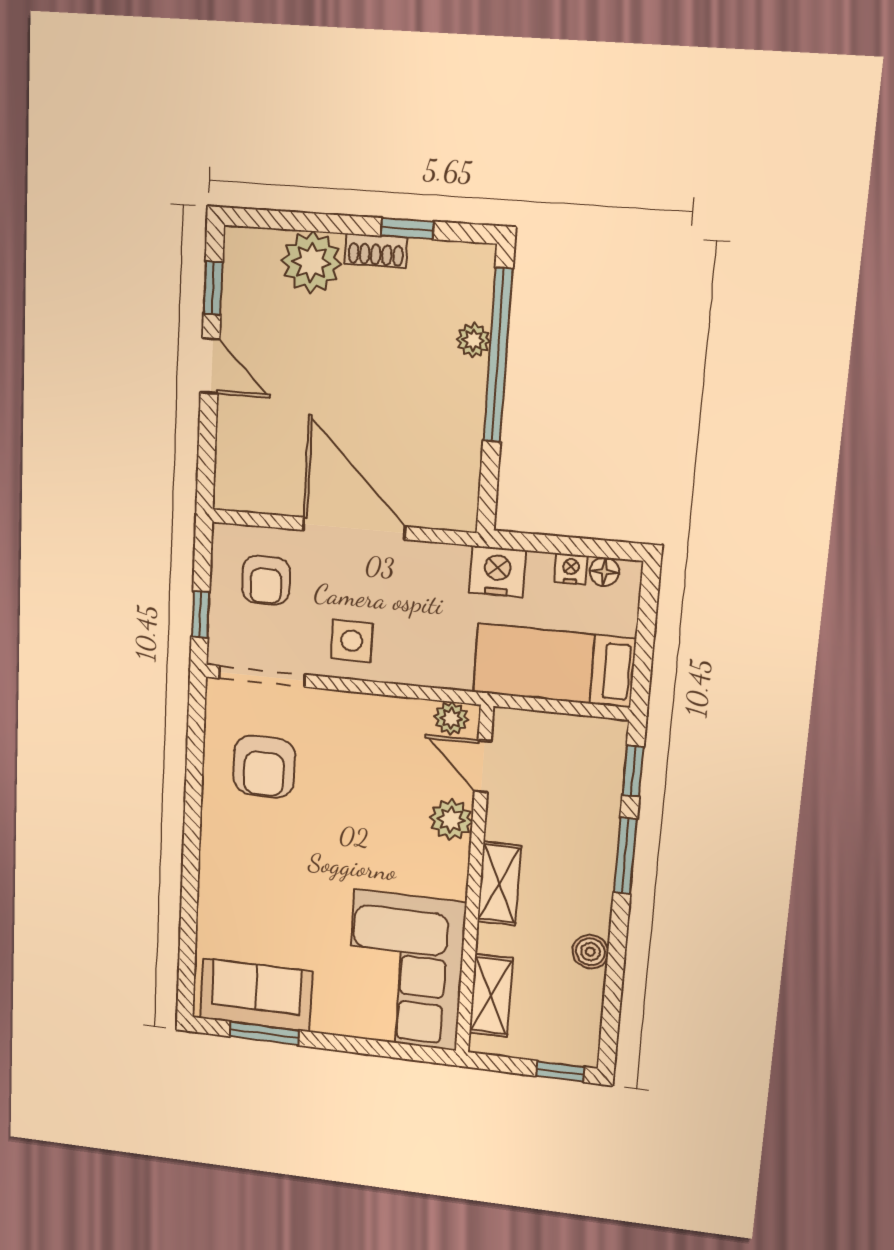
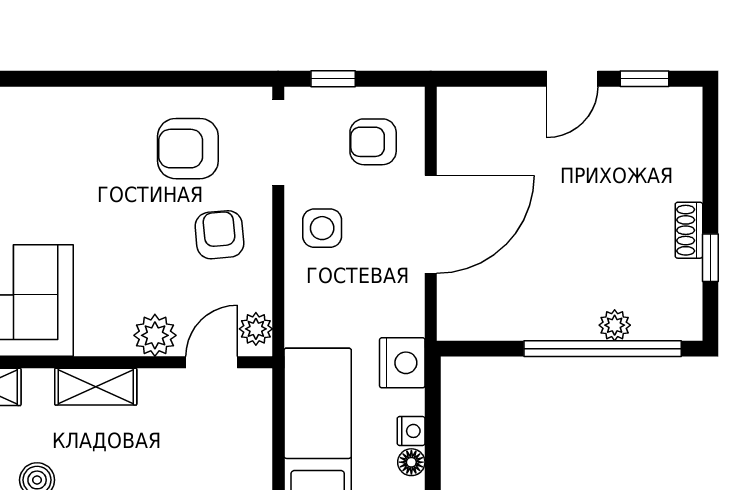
plant: (311, 262) -> (674, 171), removed
armchair: (352, 745) -> (219, 235), added

